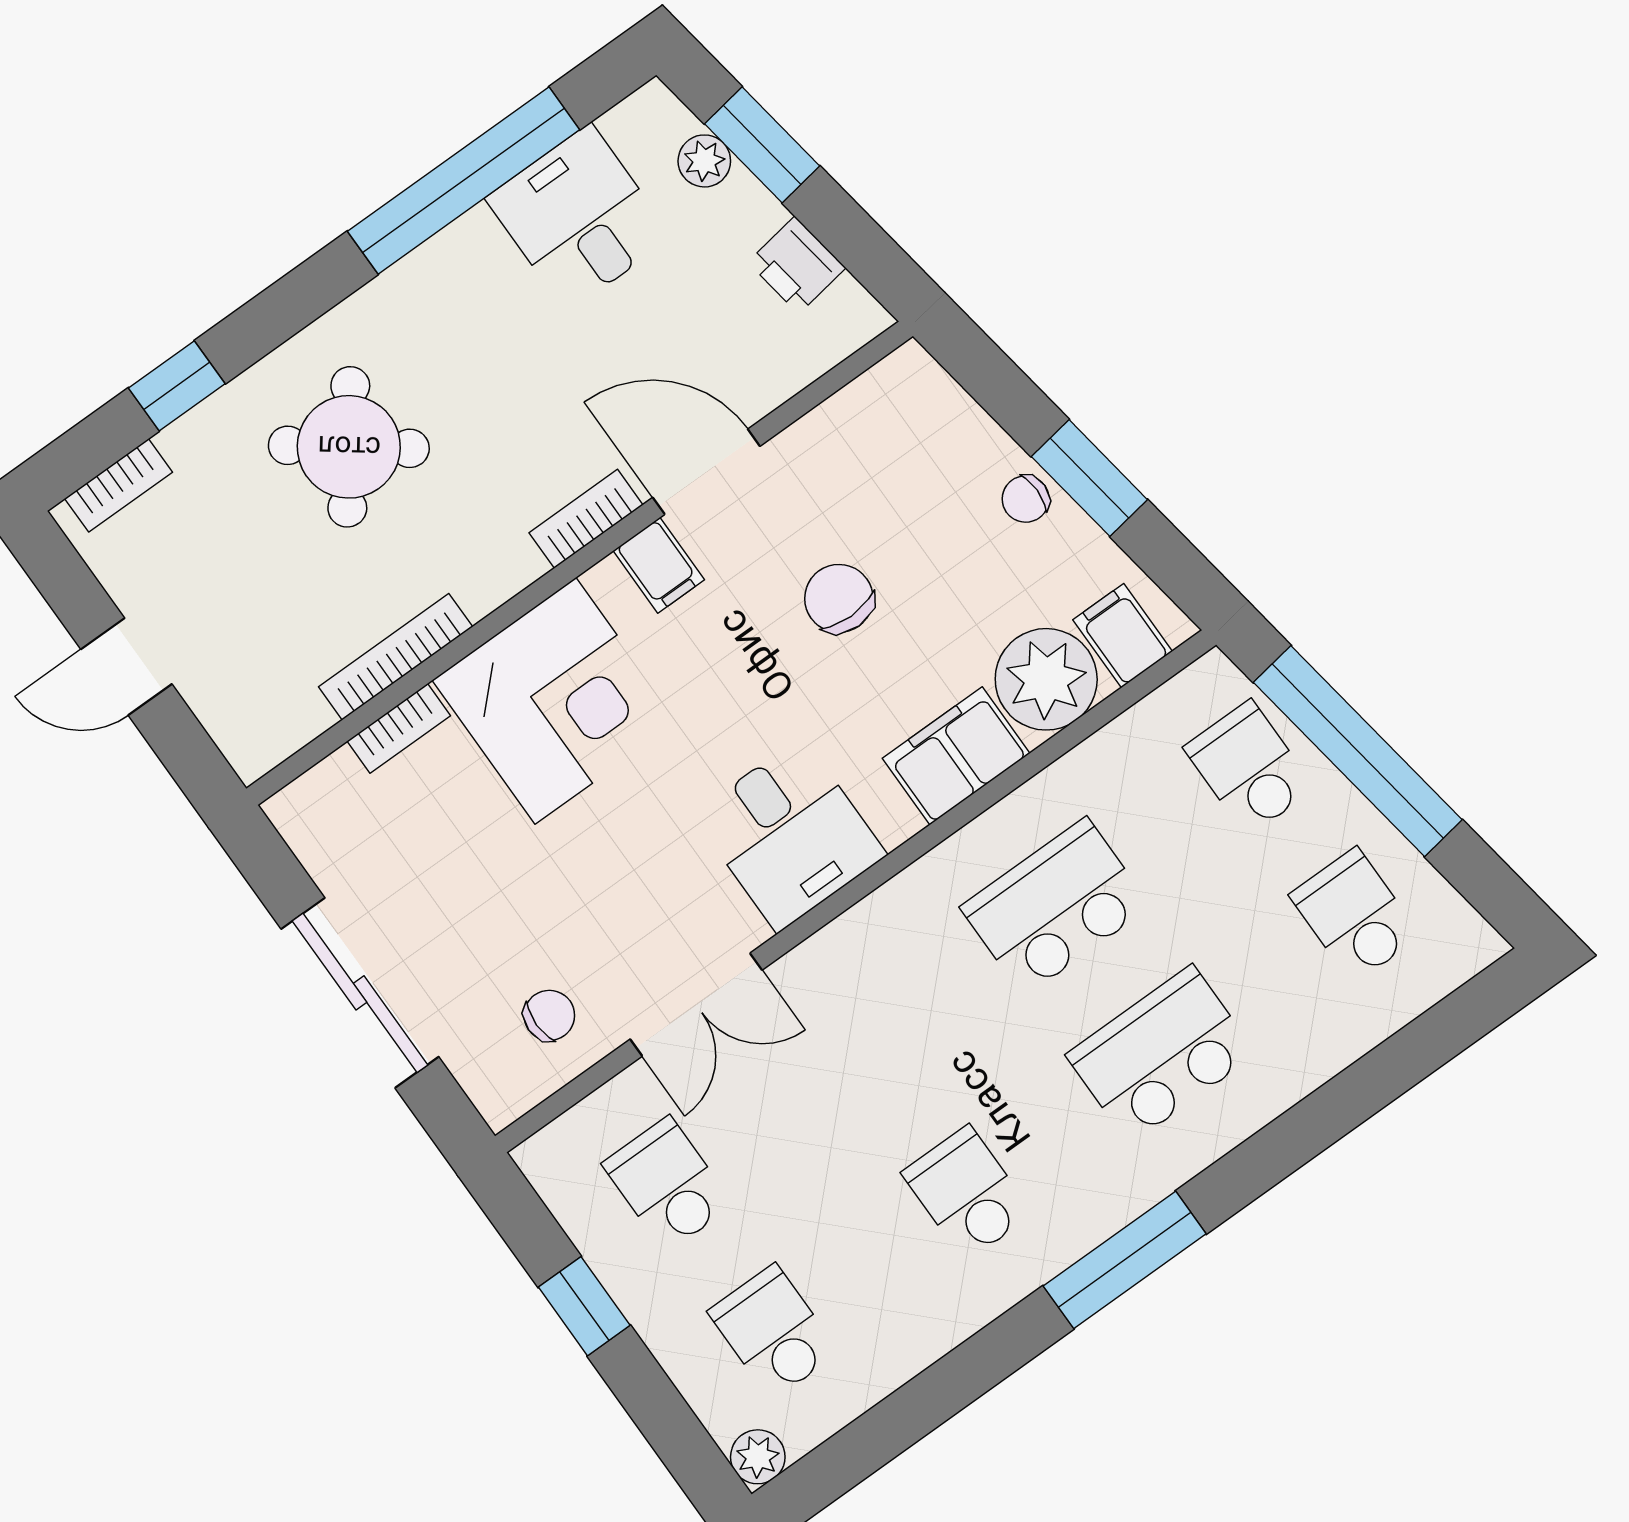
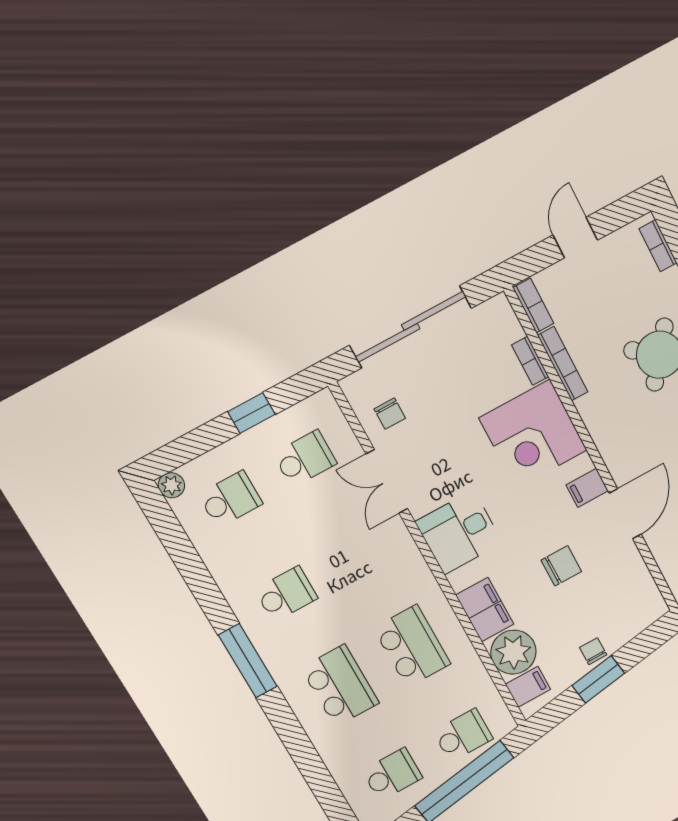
bookcase: (586, 519) -> (533, 306), moved
sliding door: (360, 993) -> (411, 327), width x1.36

